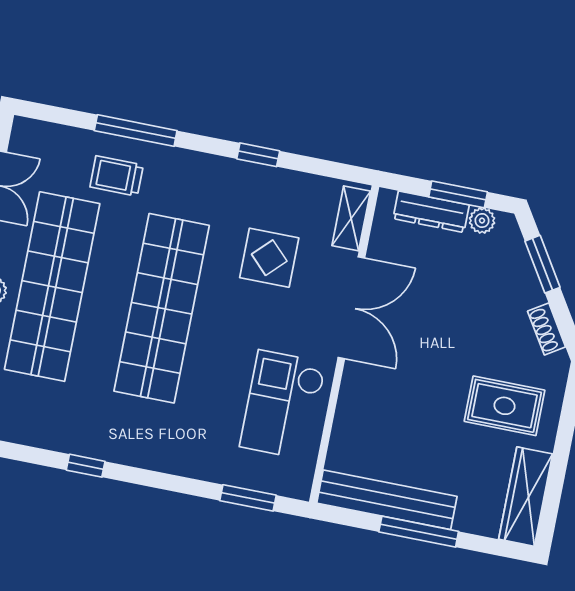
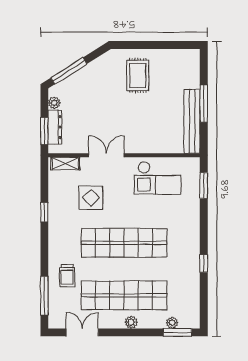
window: (136, 131) -> (44, 296), moved
window: (458, 194) -> (44, 131), moved
window: (543, 264) -> (69, 71), width x1.44
double door: (351, 308) -> (106, 155), width x0.73
shoe rack: (547, 329) -> (98, 63), removed
wardrobe: (526, 497) -> (178, 57), removed

